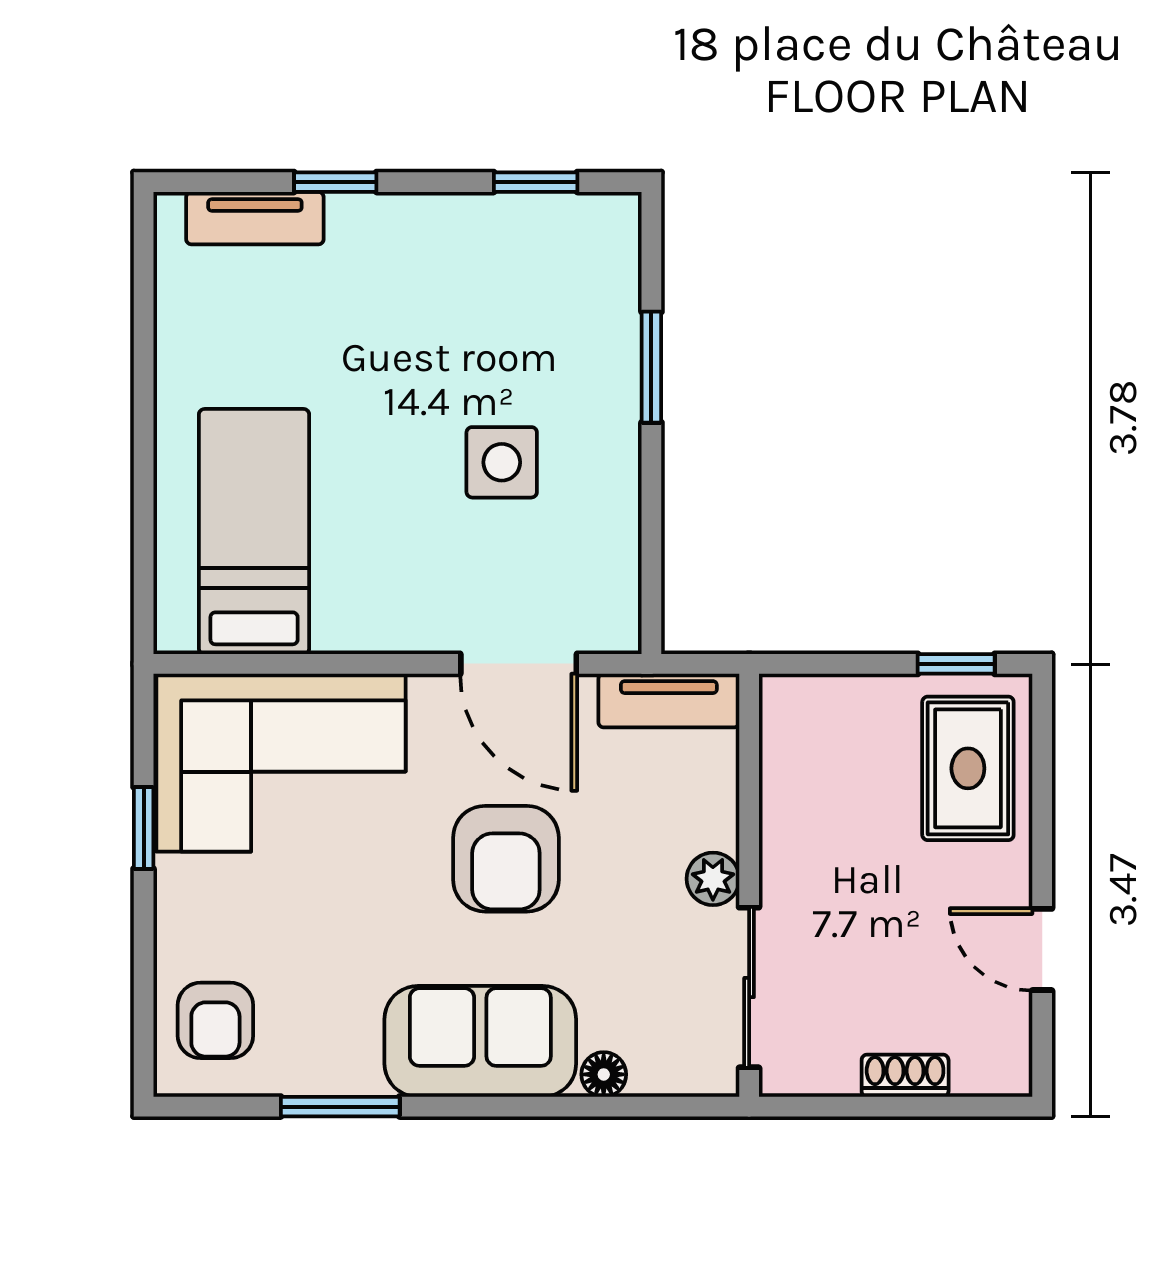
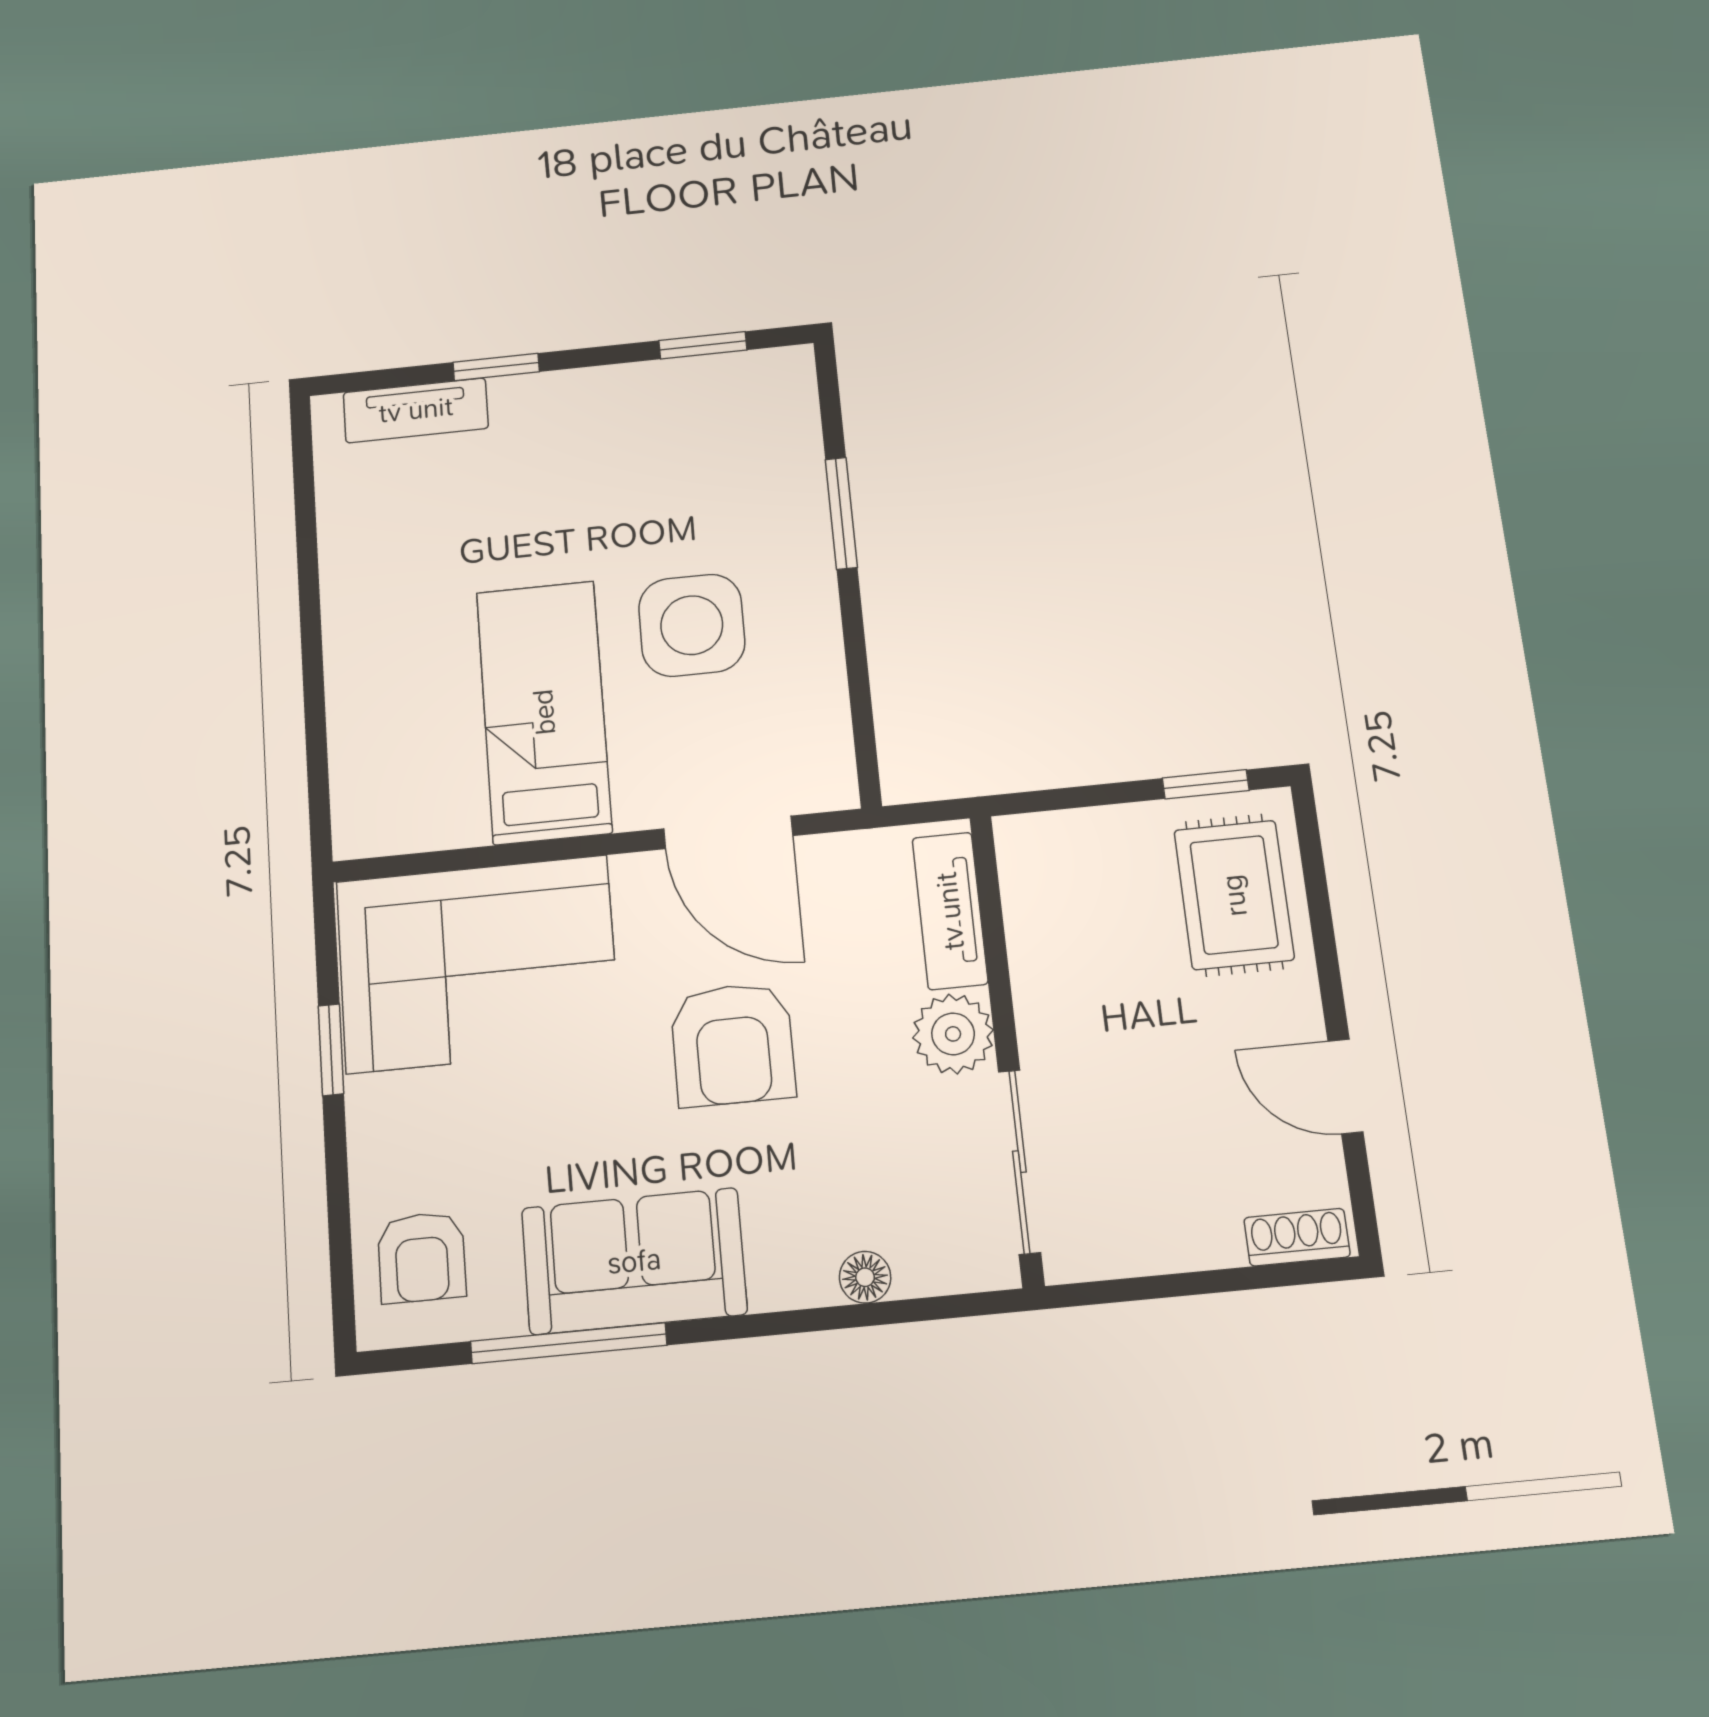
side table: (502, 462) -> (692, 625), width x1.37, depth x1.37
bed: (254, 532) -> (544, 712), moved
tv unit: (669, 701) -> (950, 911), moved, turned 90
plant: (713, 879) -> (953, 1034), width x1.38, depth x1.38
sofa: (480, 1041) -> (634, 1261), moved
shoe rack: (905, 1076) -> (1297, 1237), moved
window: (340, 1107) -> (569, 1343), width x1.44

